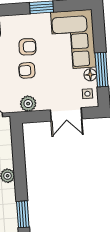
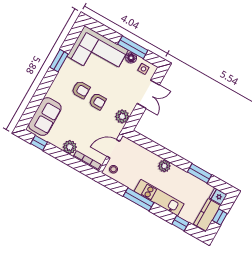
armchair: (27, 47) -> (81, 90), turned 88
armchair: (27, 70) -> (98, 101), turned -90

